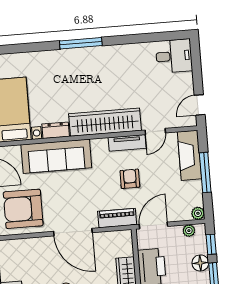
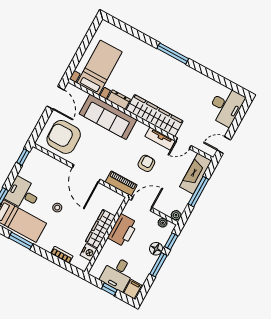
desk: (174, 56) -> (226, 106), width x1.37

